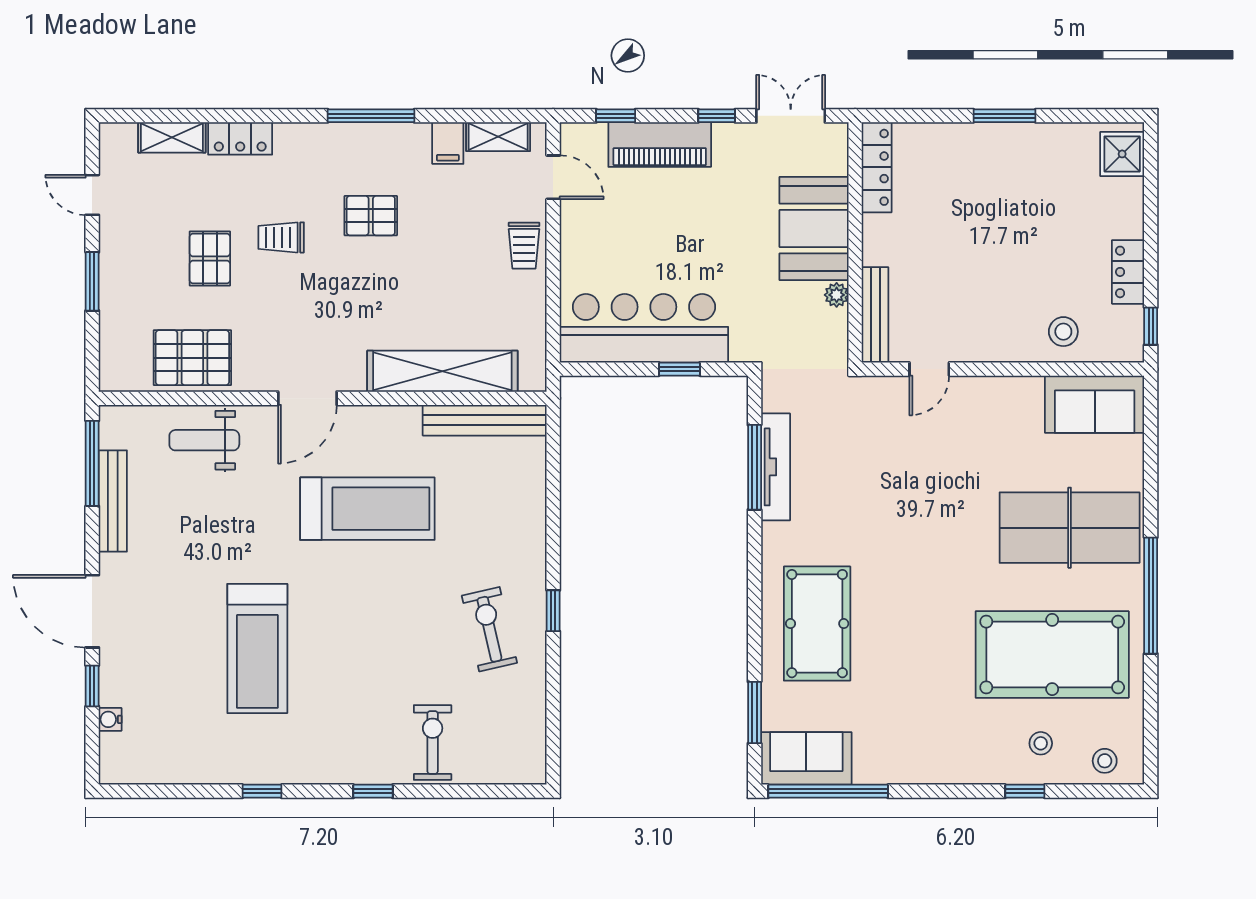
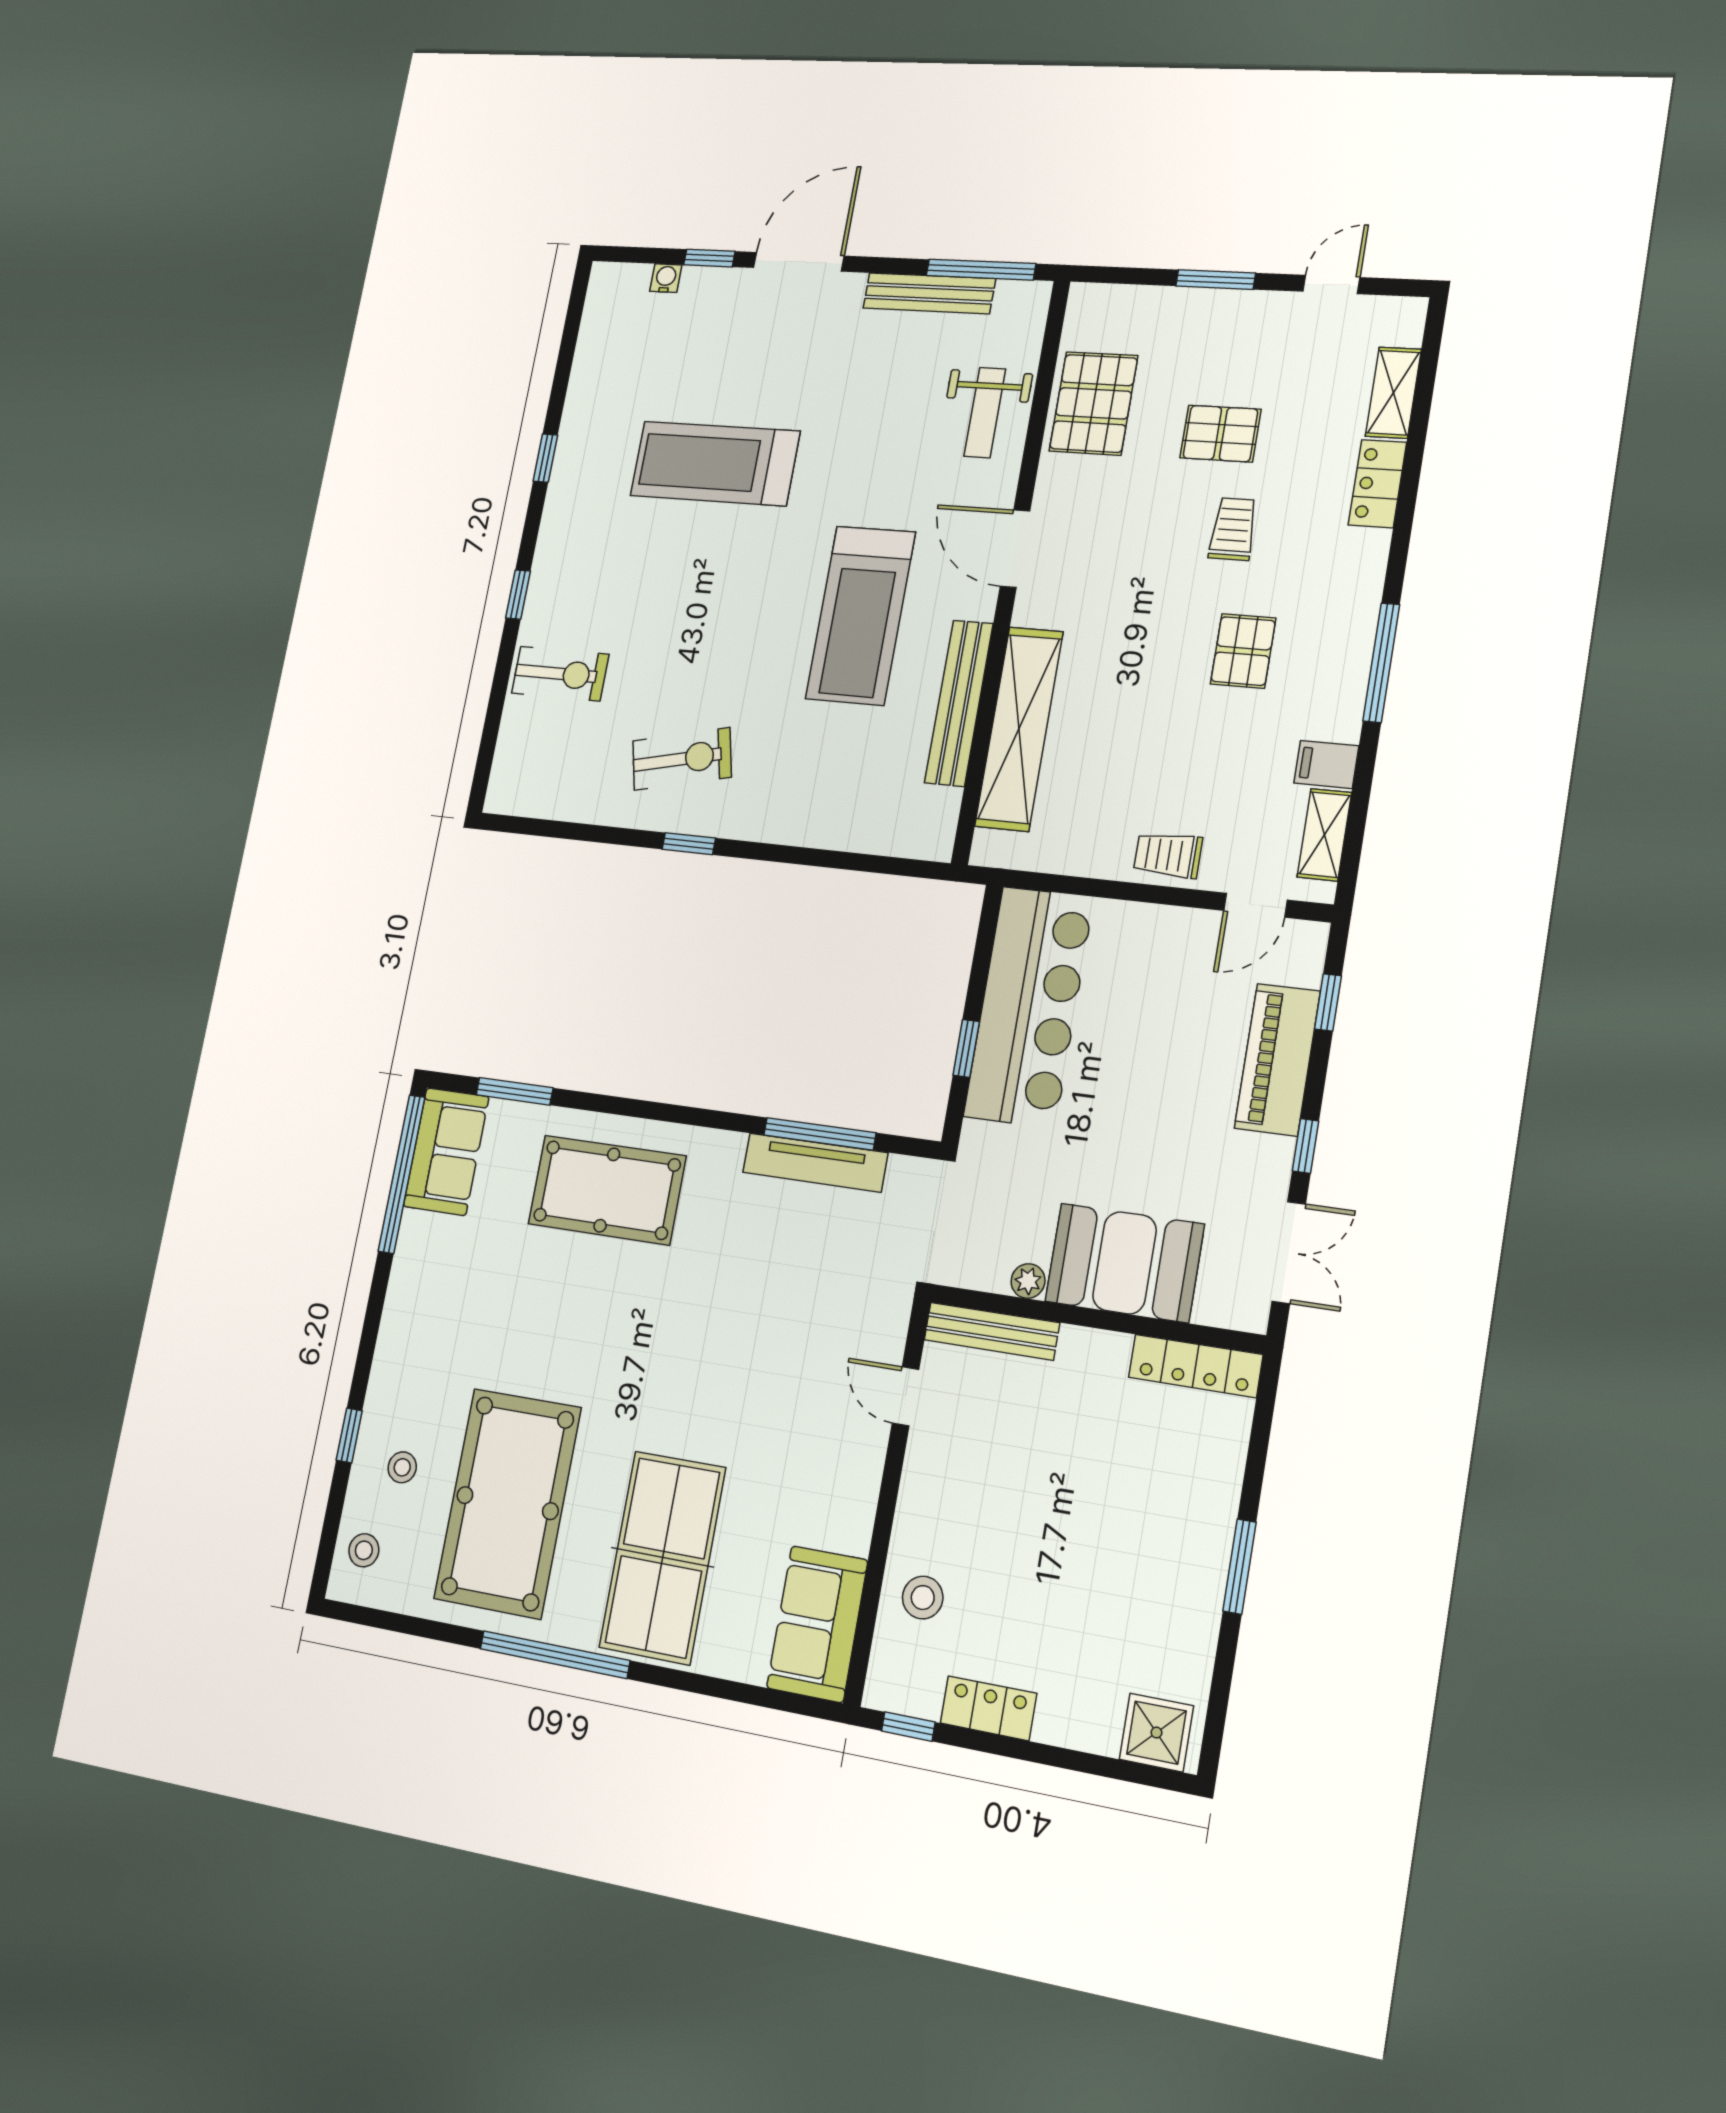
bench: (485, 420) -> (959, 703), moved
weight bench: (204, 440) -> (985, 413), turned 180

